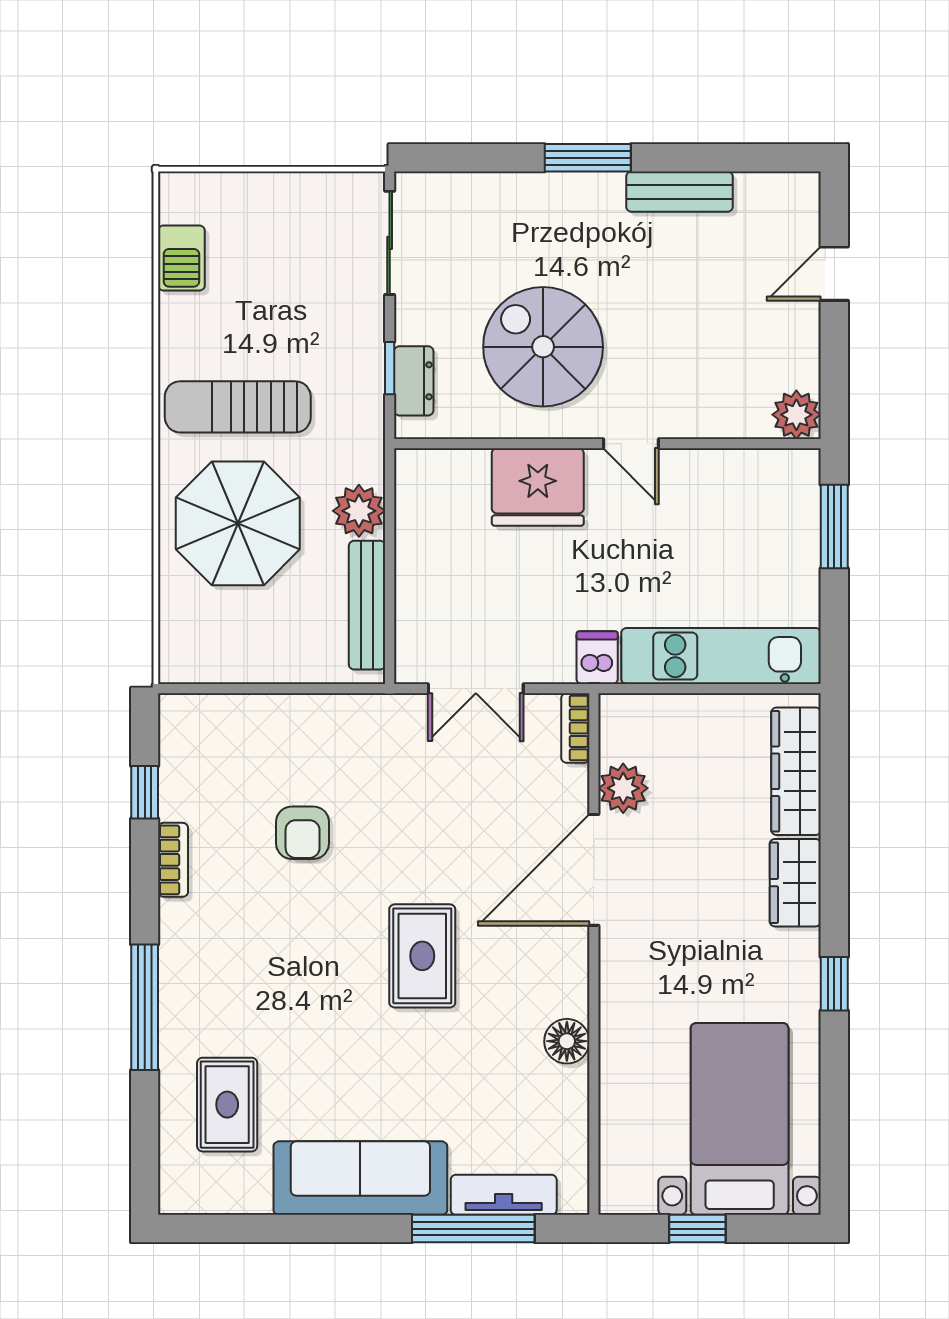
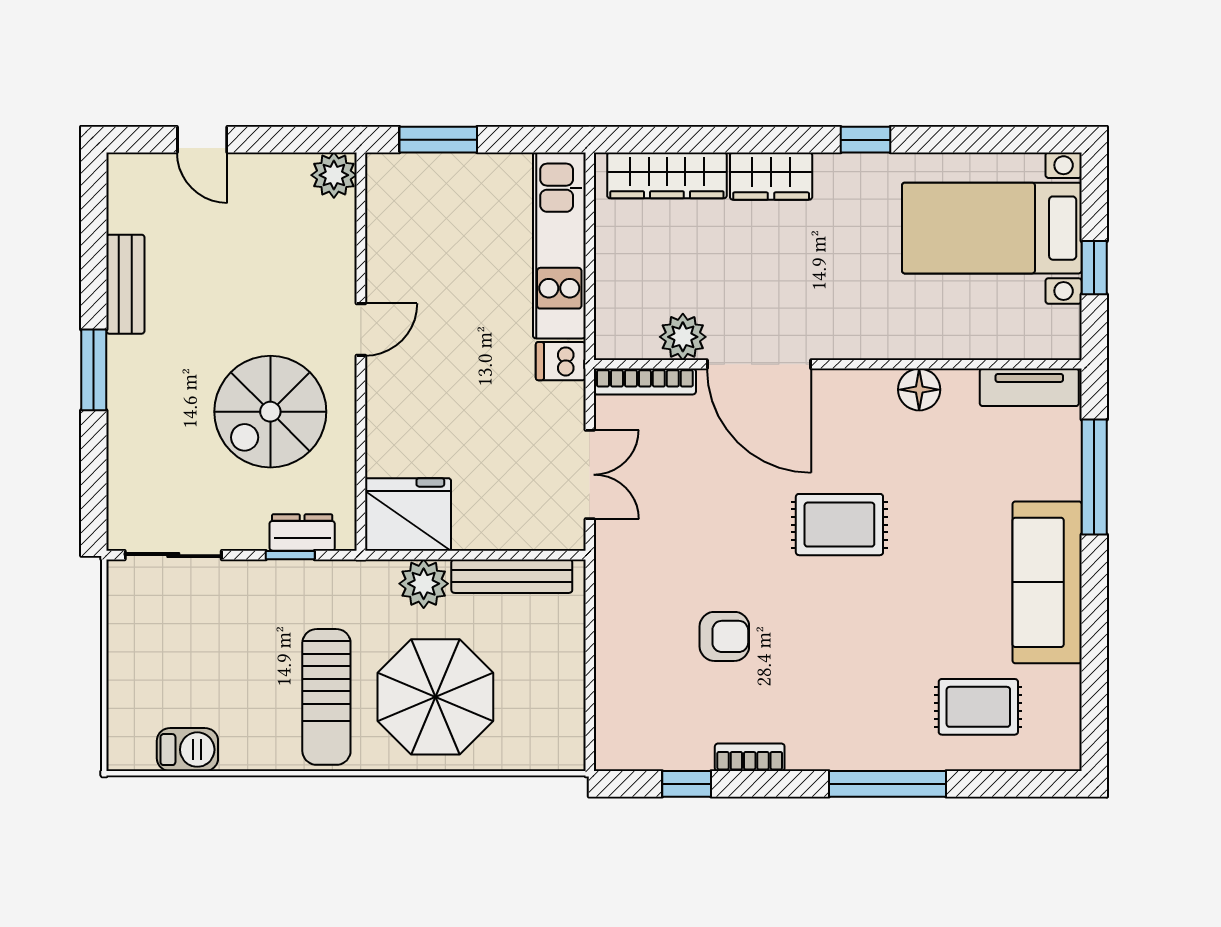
fridge: (538, 487) -> (408, 514), moved, turned -90
bookcase: (575, 728) -> (645, 382), width x1.56
tv unit: (504, 1195) -> (1029, 387), moved, turned -90

